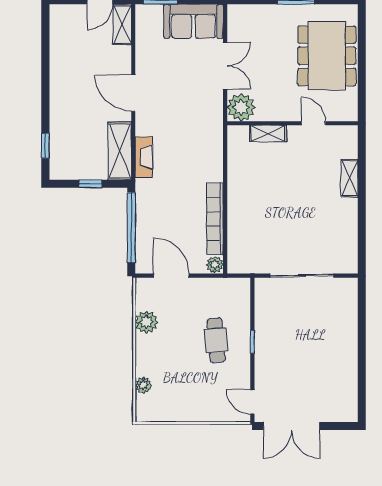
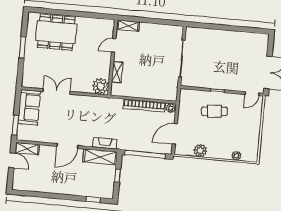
plant: (241, 107) -> (101, 86), moved
wall: (292, 123) -> (113, 57), moved
door: (313, 123) -> (114, 45), moved
shelving: (268, 134) -> (117, 72), moved

